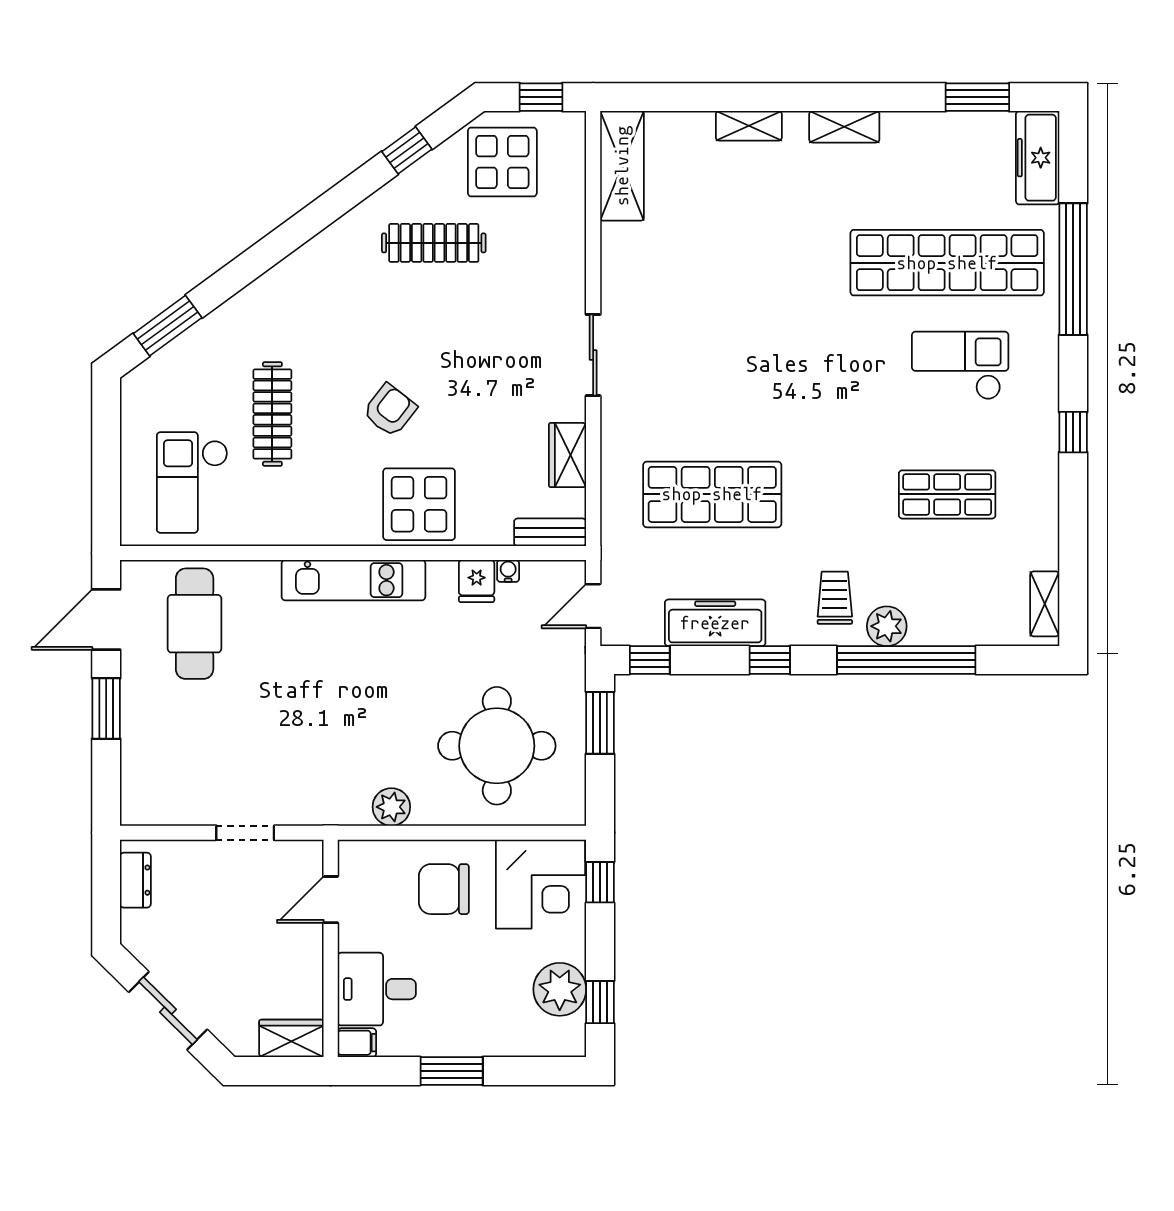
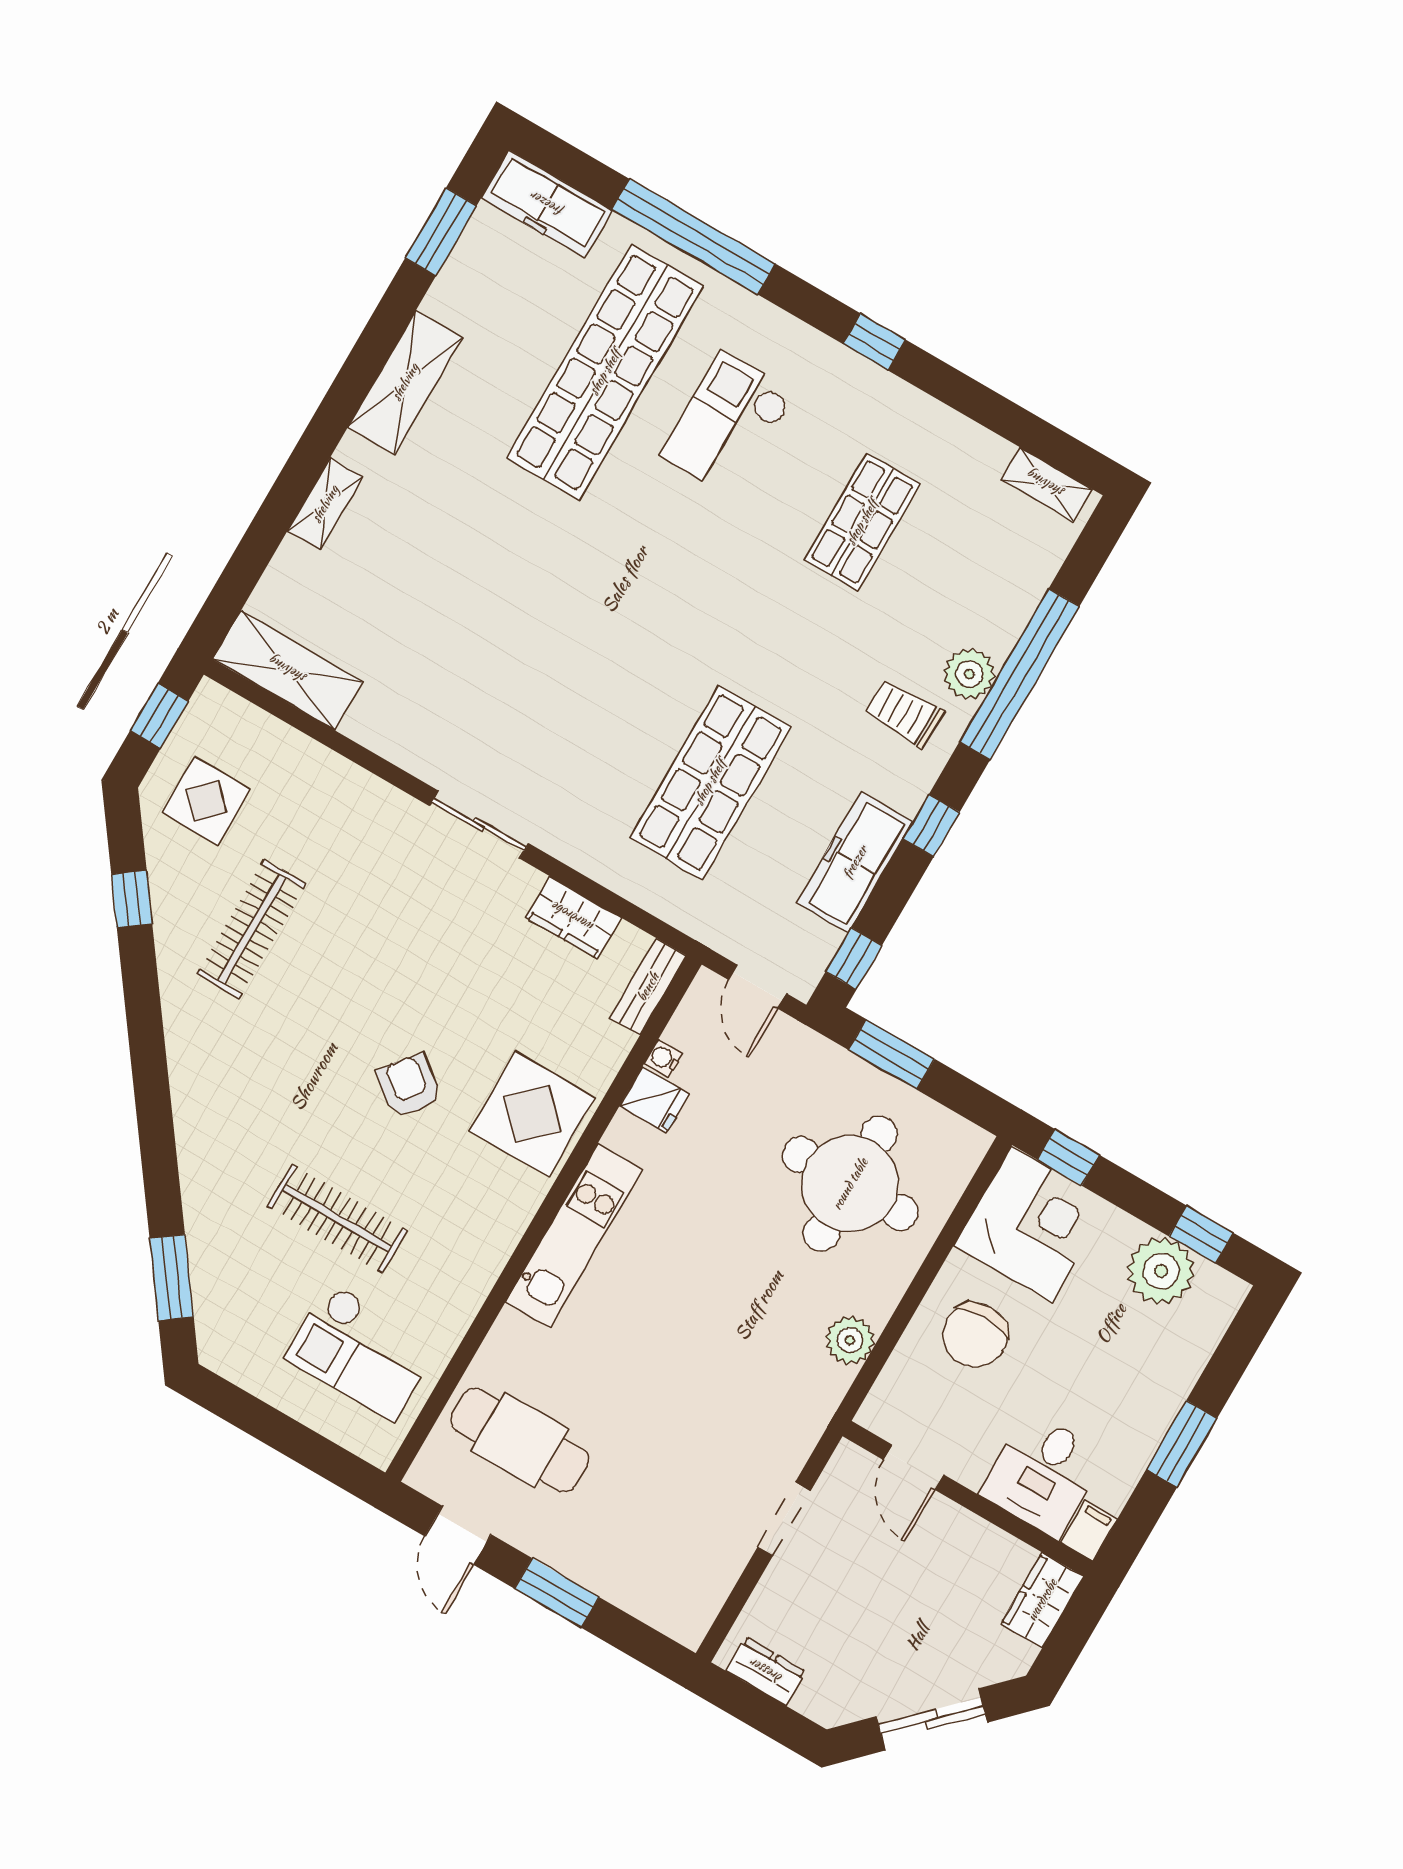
shelving: (844, 127) -> (405, 382), width x1.50, depth x1.33
display table: (502, 162) -> (206, 801), width x0.73, depth x0.73
door: (106, 619) -> (458, 1535), width x0.73

